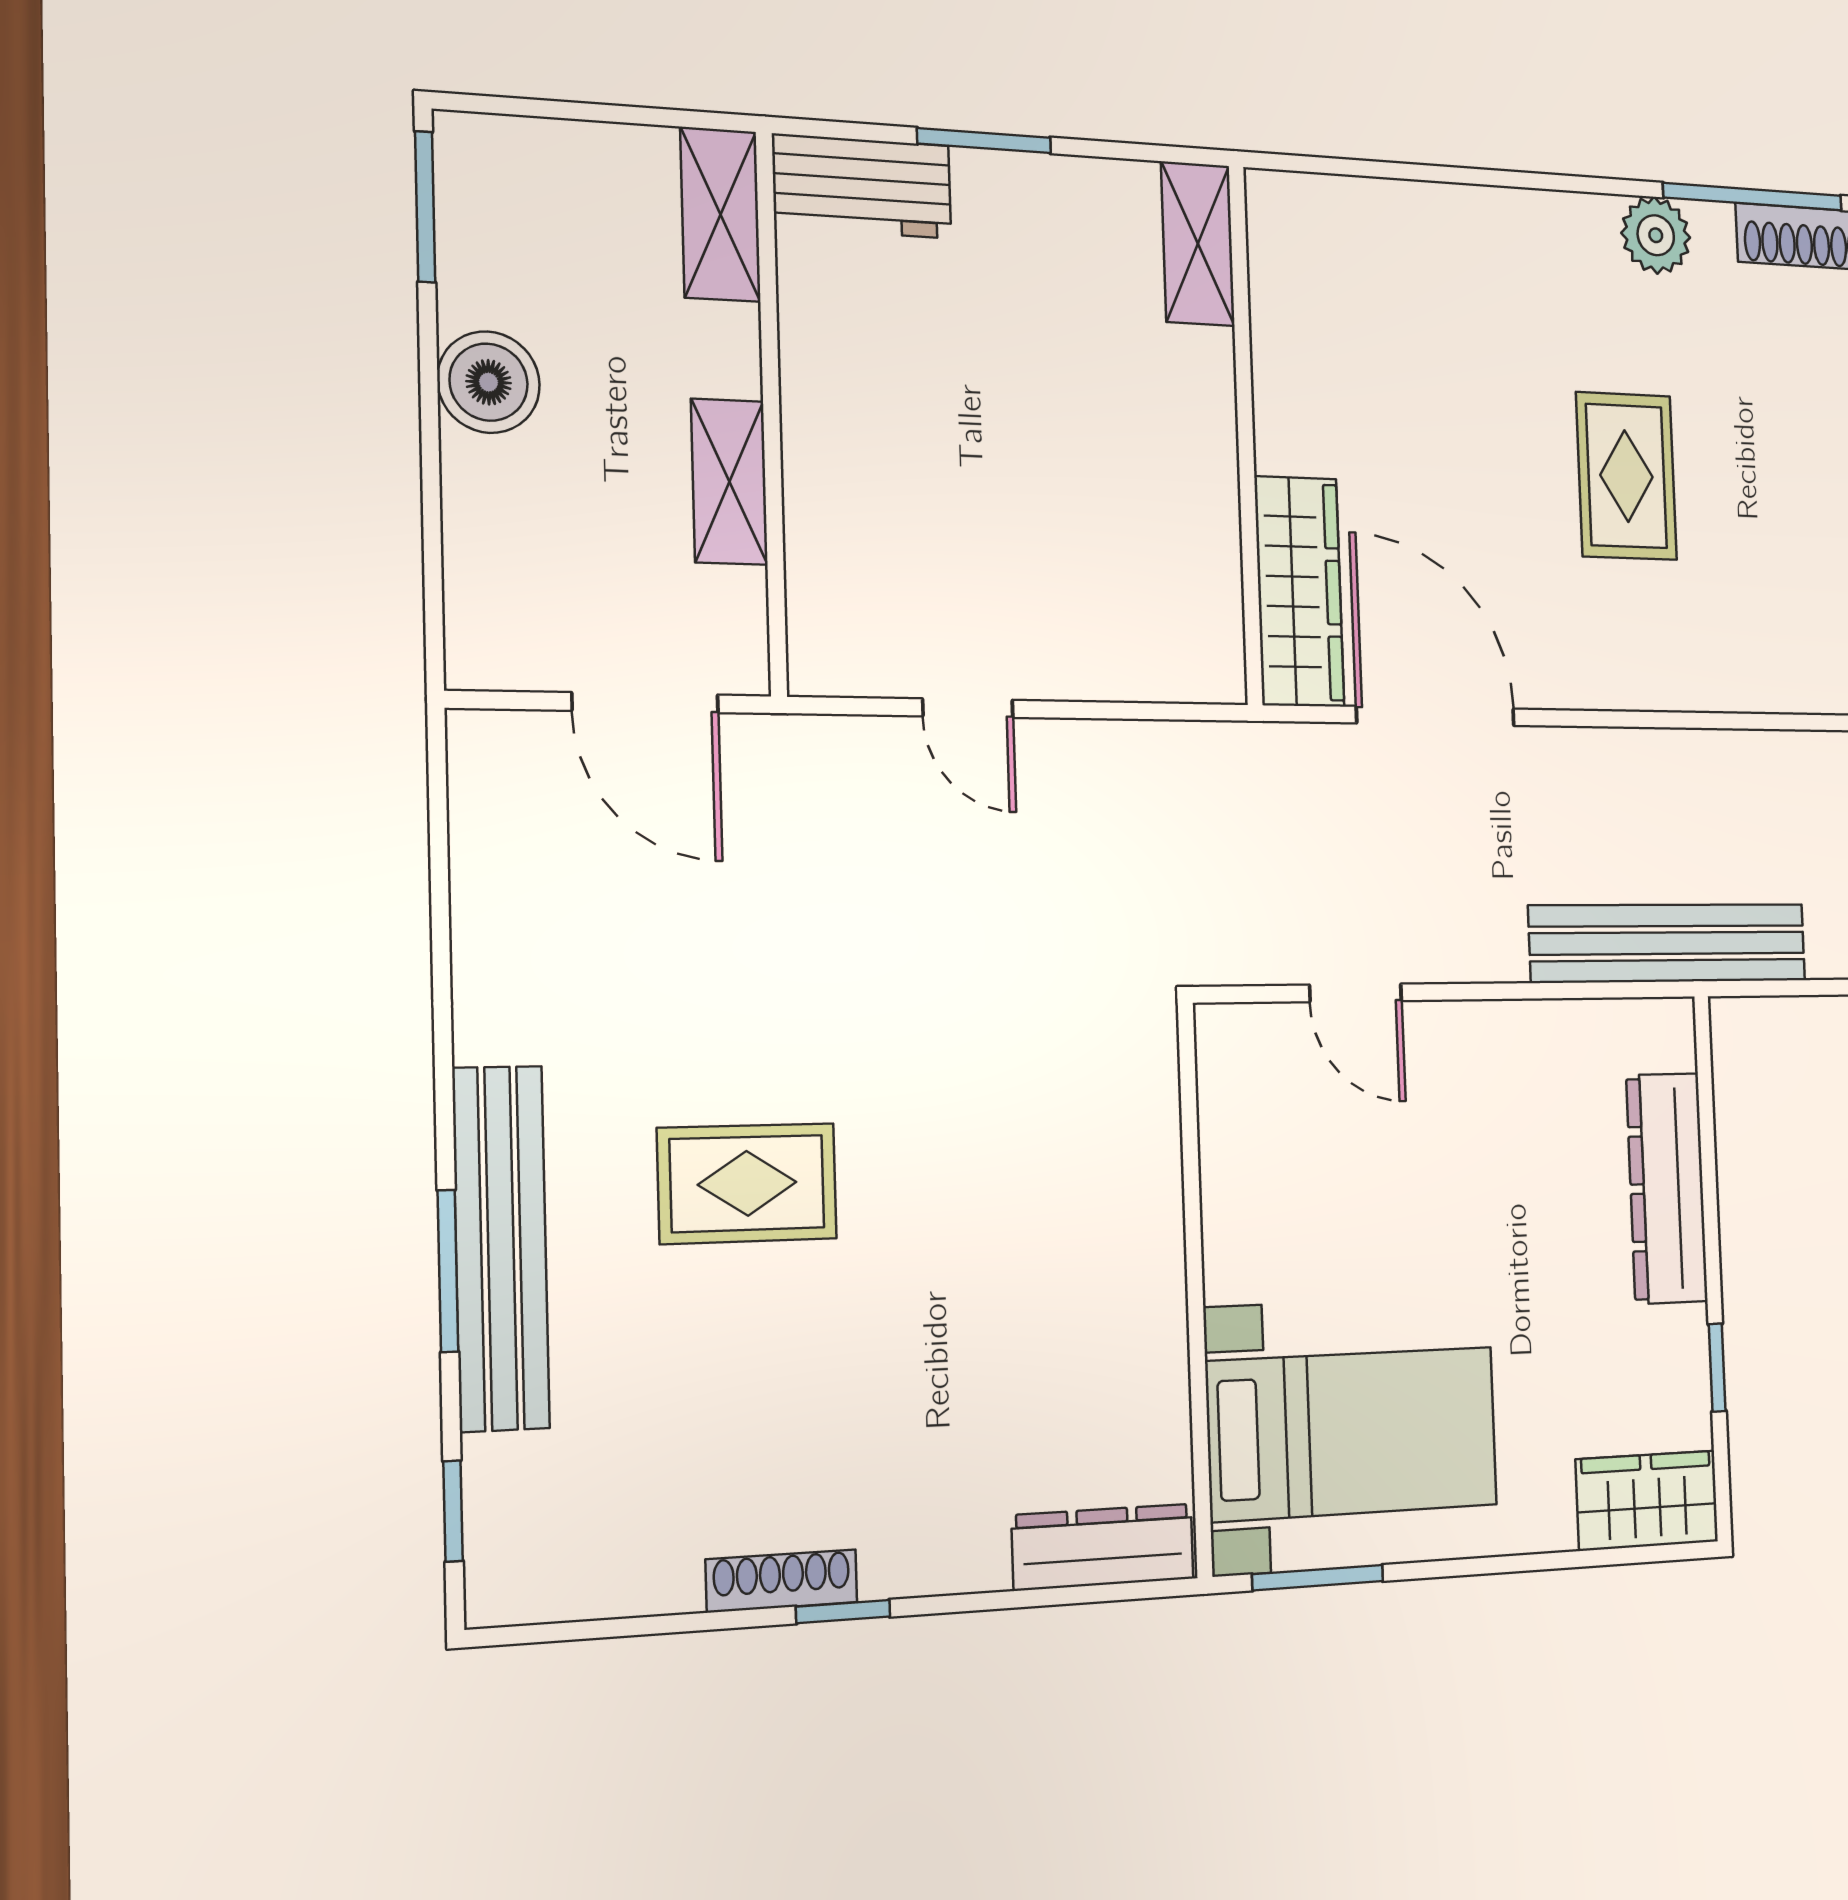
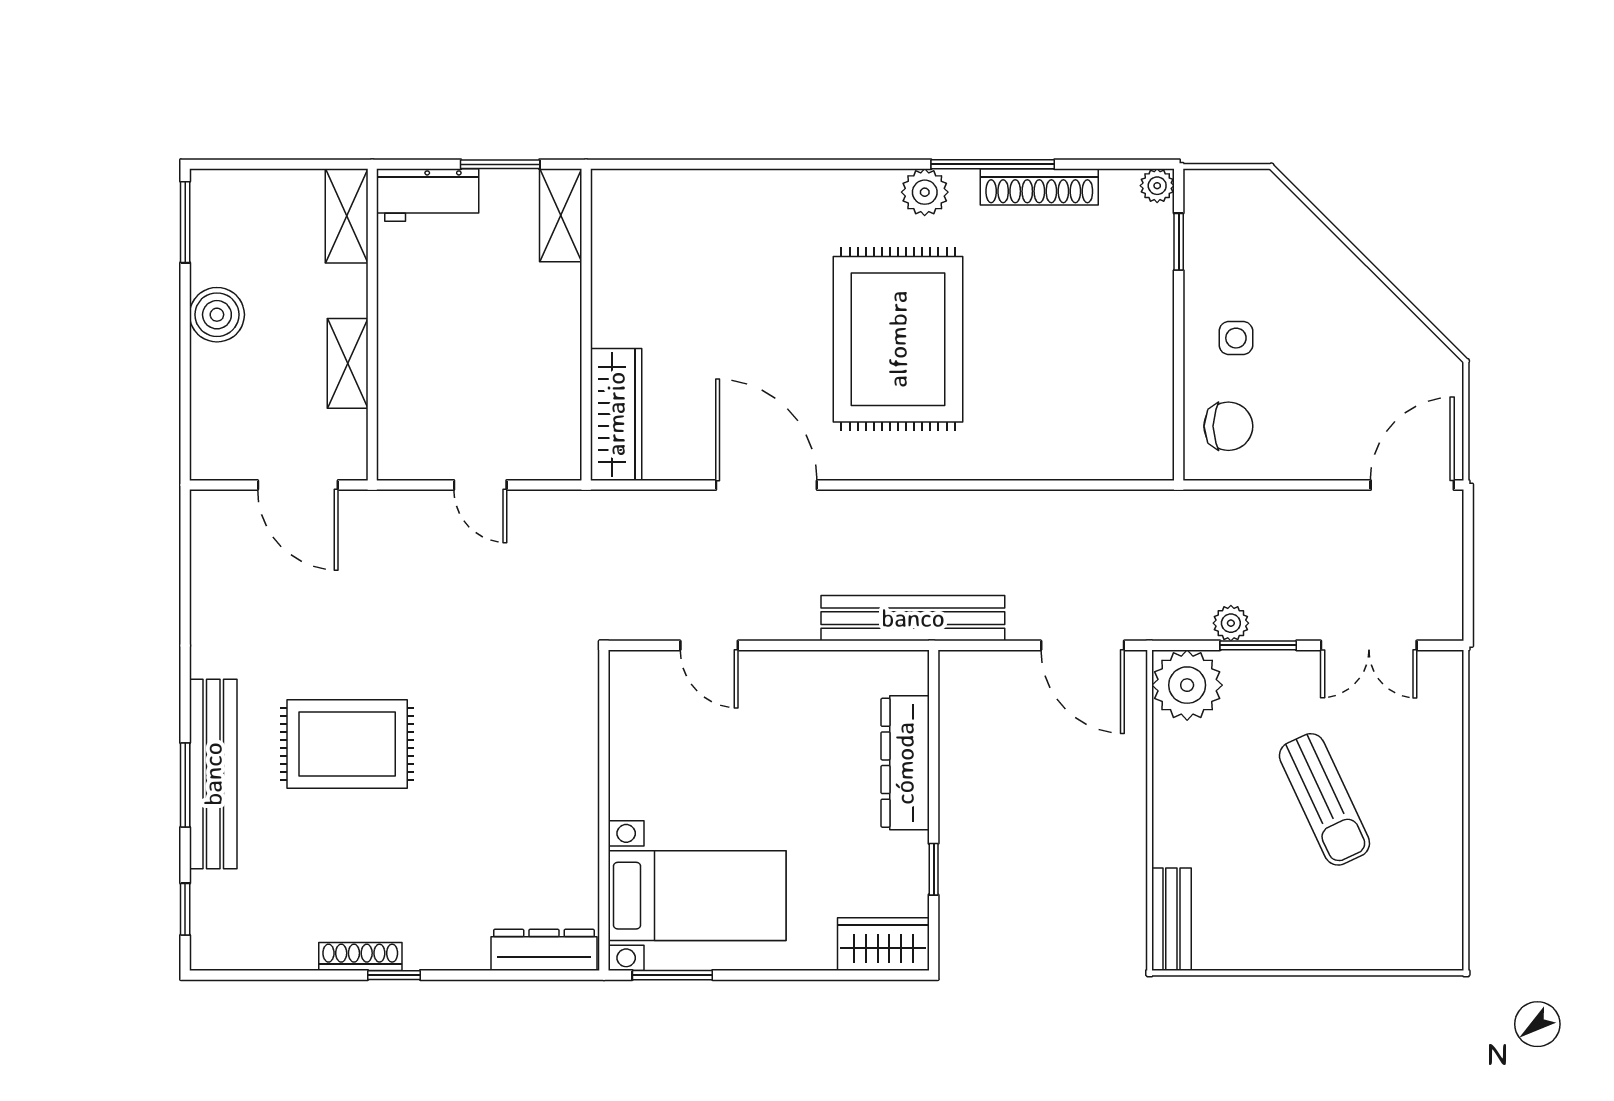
shelving: (1198, 244) -> (561, 215), moved
wall: (1246, 435) -> (586, 325), moved
rug: (1626, 476) -> (898, 339), width x1.86, depth x2.06
wardrobe: (1299, 592) -> (616, 414), moved
rug: (747, 1183) -> (347, 744), width x1.36, depth x1.43

